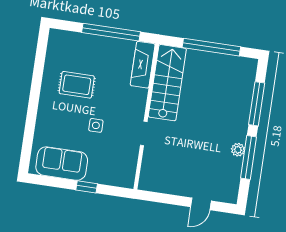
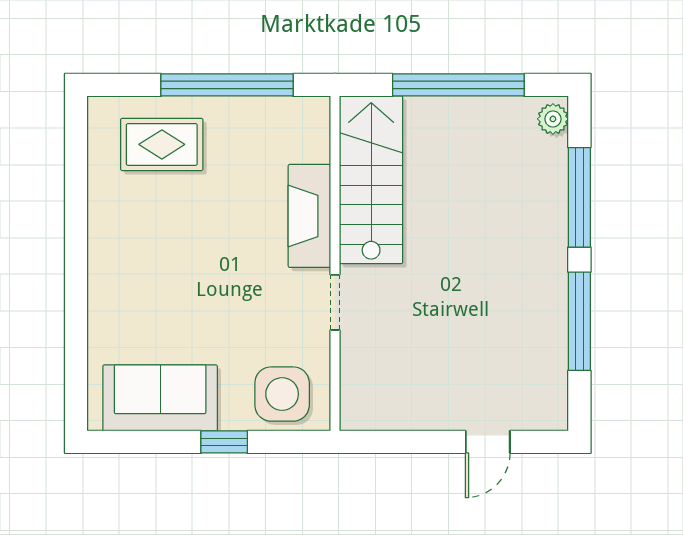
fireplace: (143, 65) -> (309, 216), moved
rug: (77, 85) -> (162, 144), moved
side table: (96, 125) -> (282, 394), moved, width x1.87, depth x1.87
plant: (238, 150) -> (553, 119), moved

